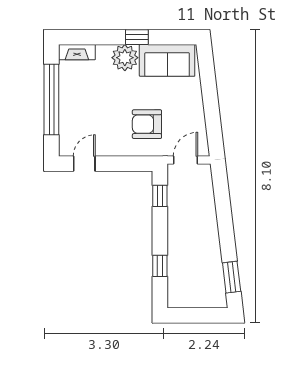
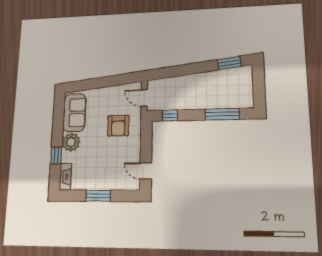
window: (137, 37) -> (56, 155), moved
window: (51, 99) -> (98, 196), width x0.47
window: (160, 266) -> (222, 114), width x2.17

